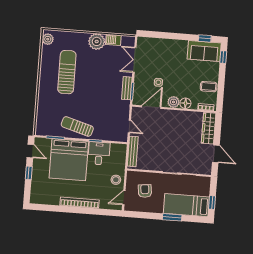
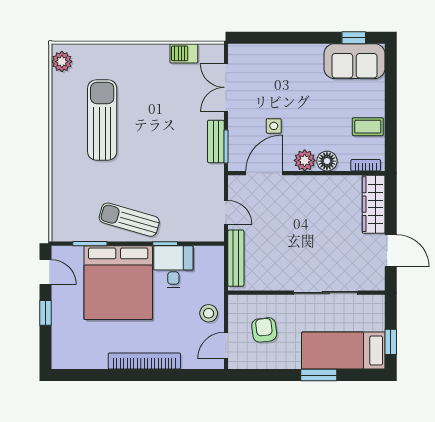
plant: (97, 41) -> (153, 59), removed
window: (223, 57) -> (391, 70), removed

